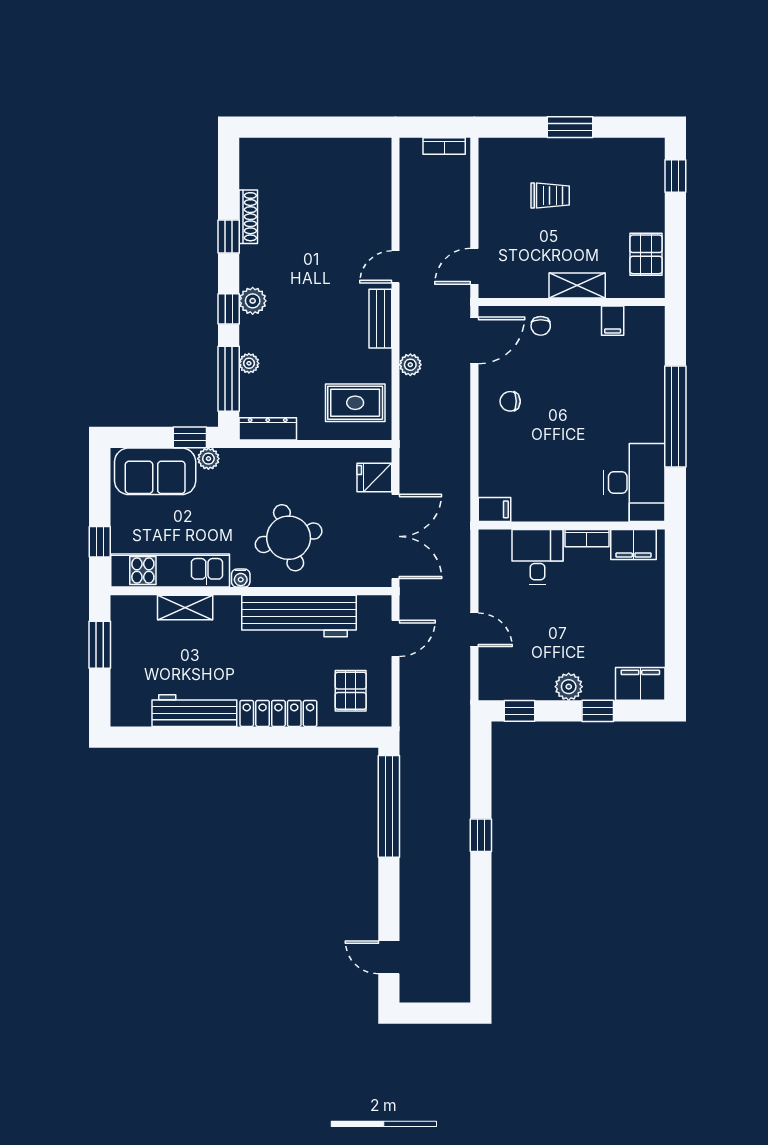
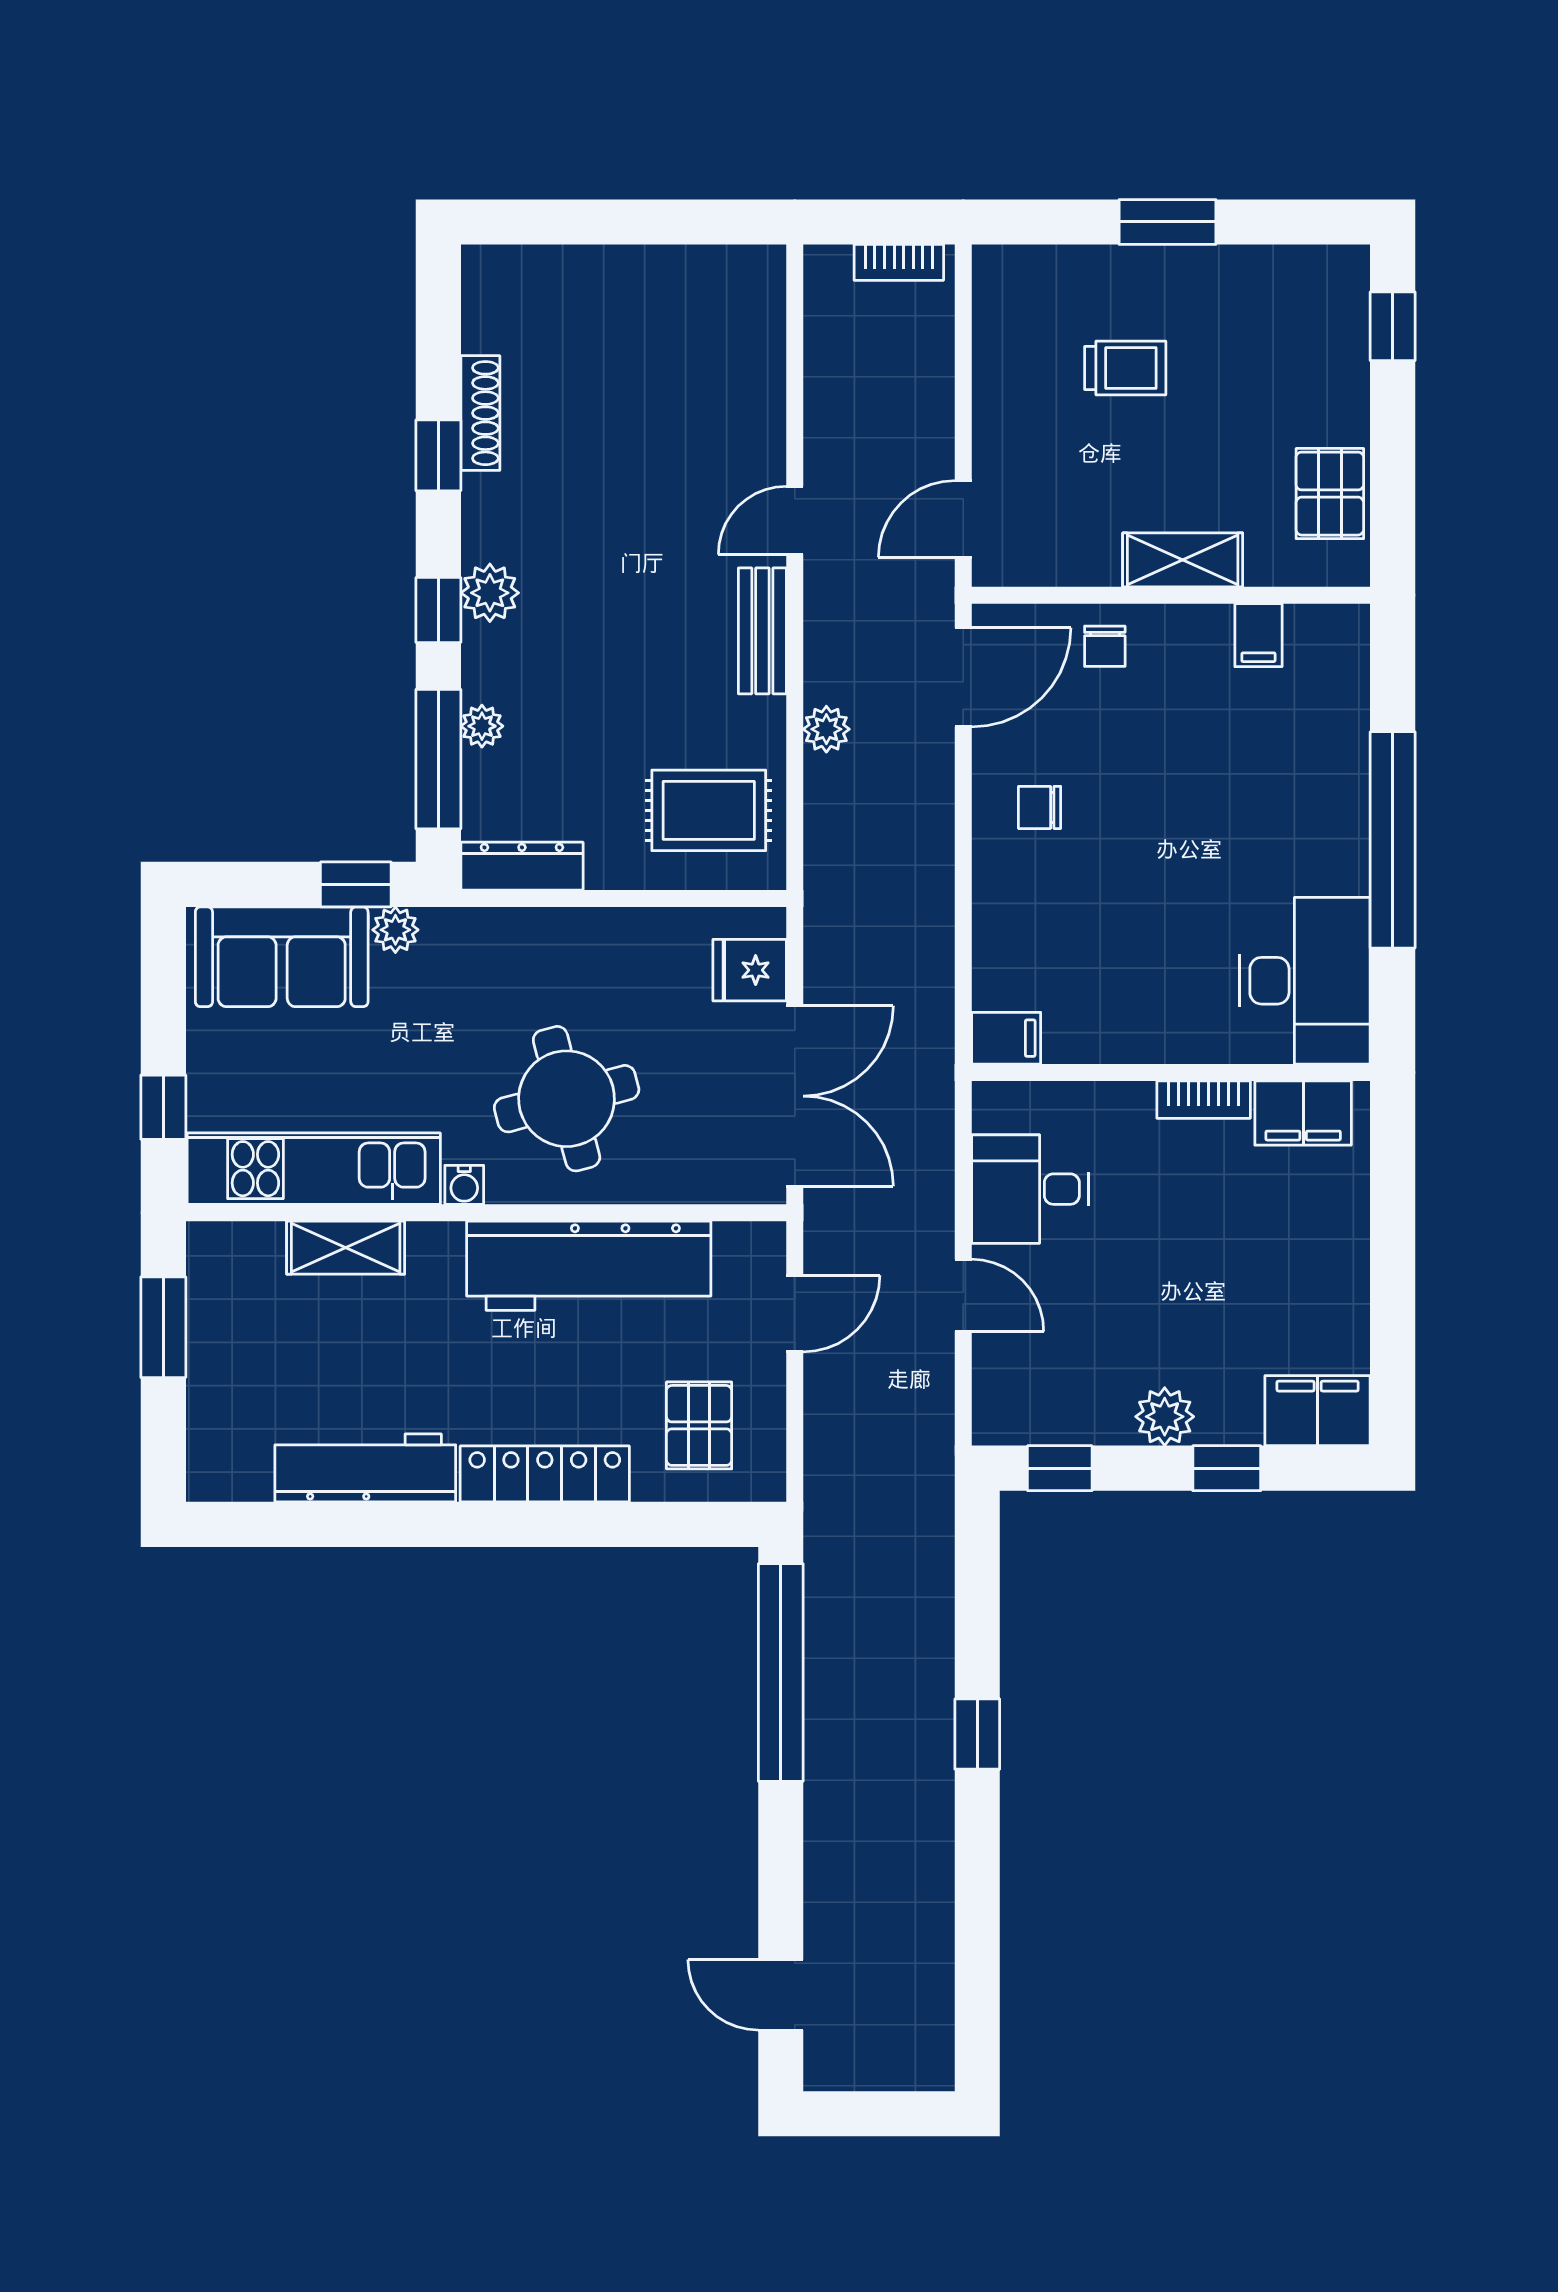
desk: (538, 557) -> (1030, 1189), moved, turned -90

